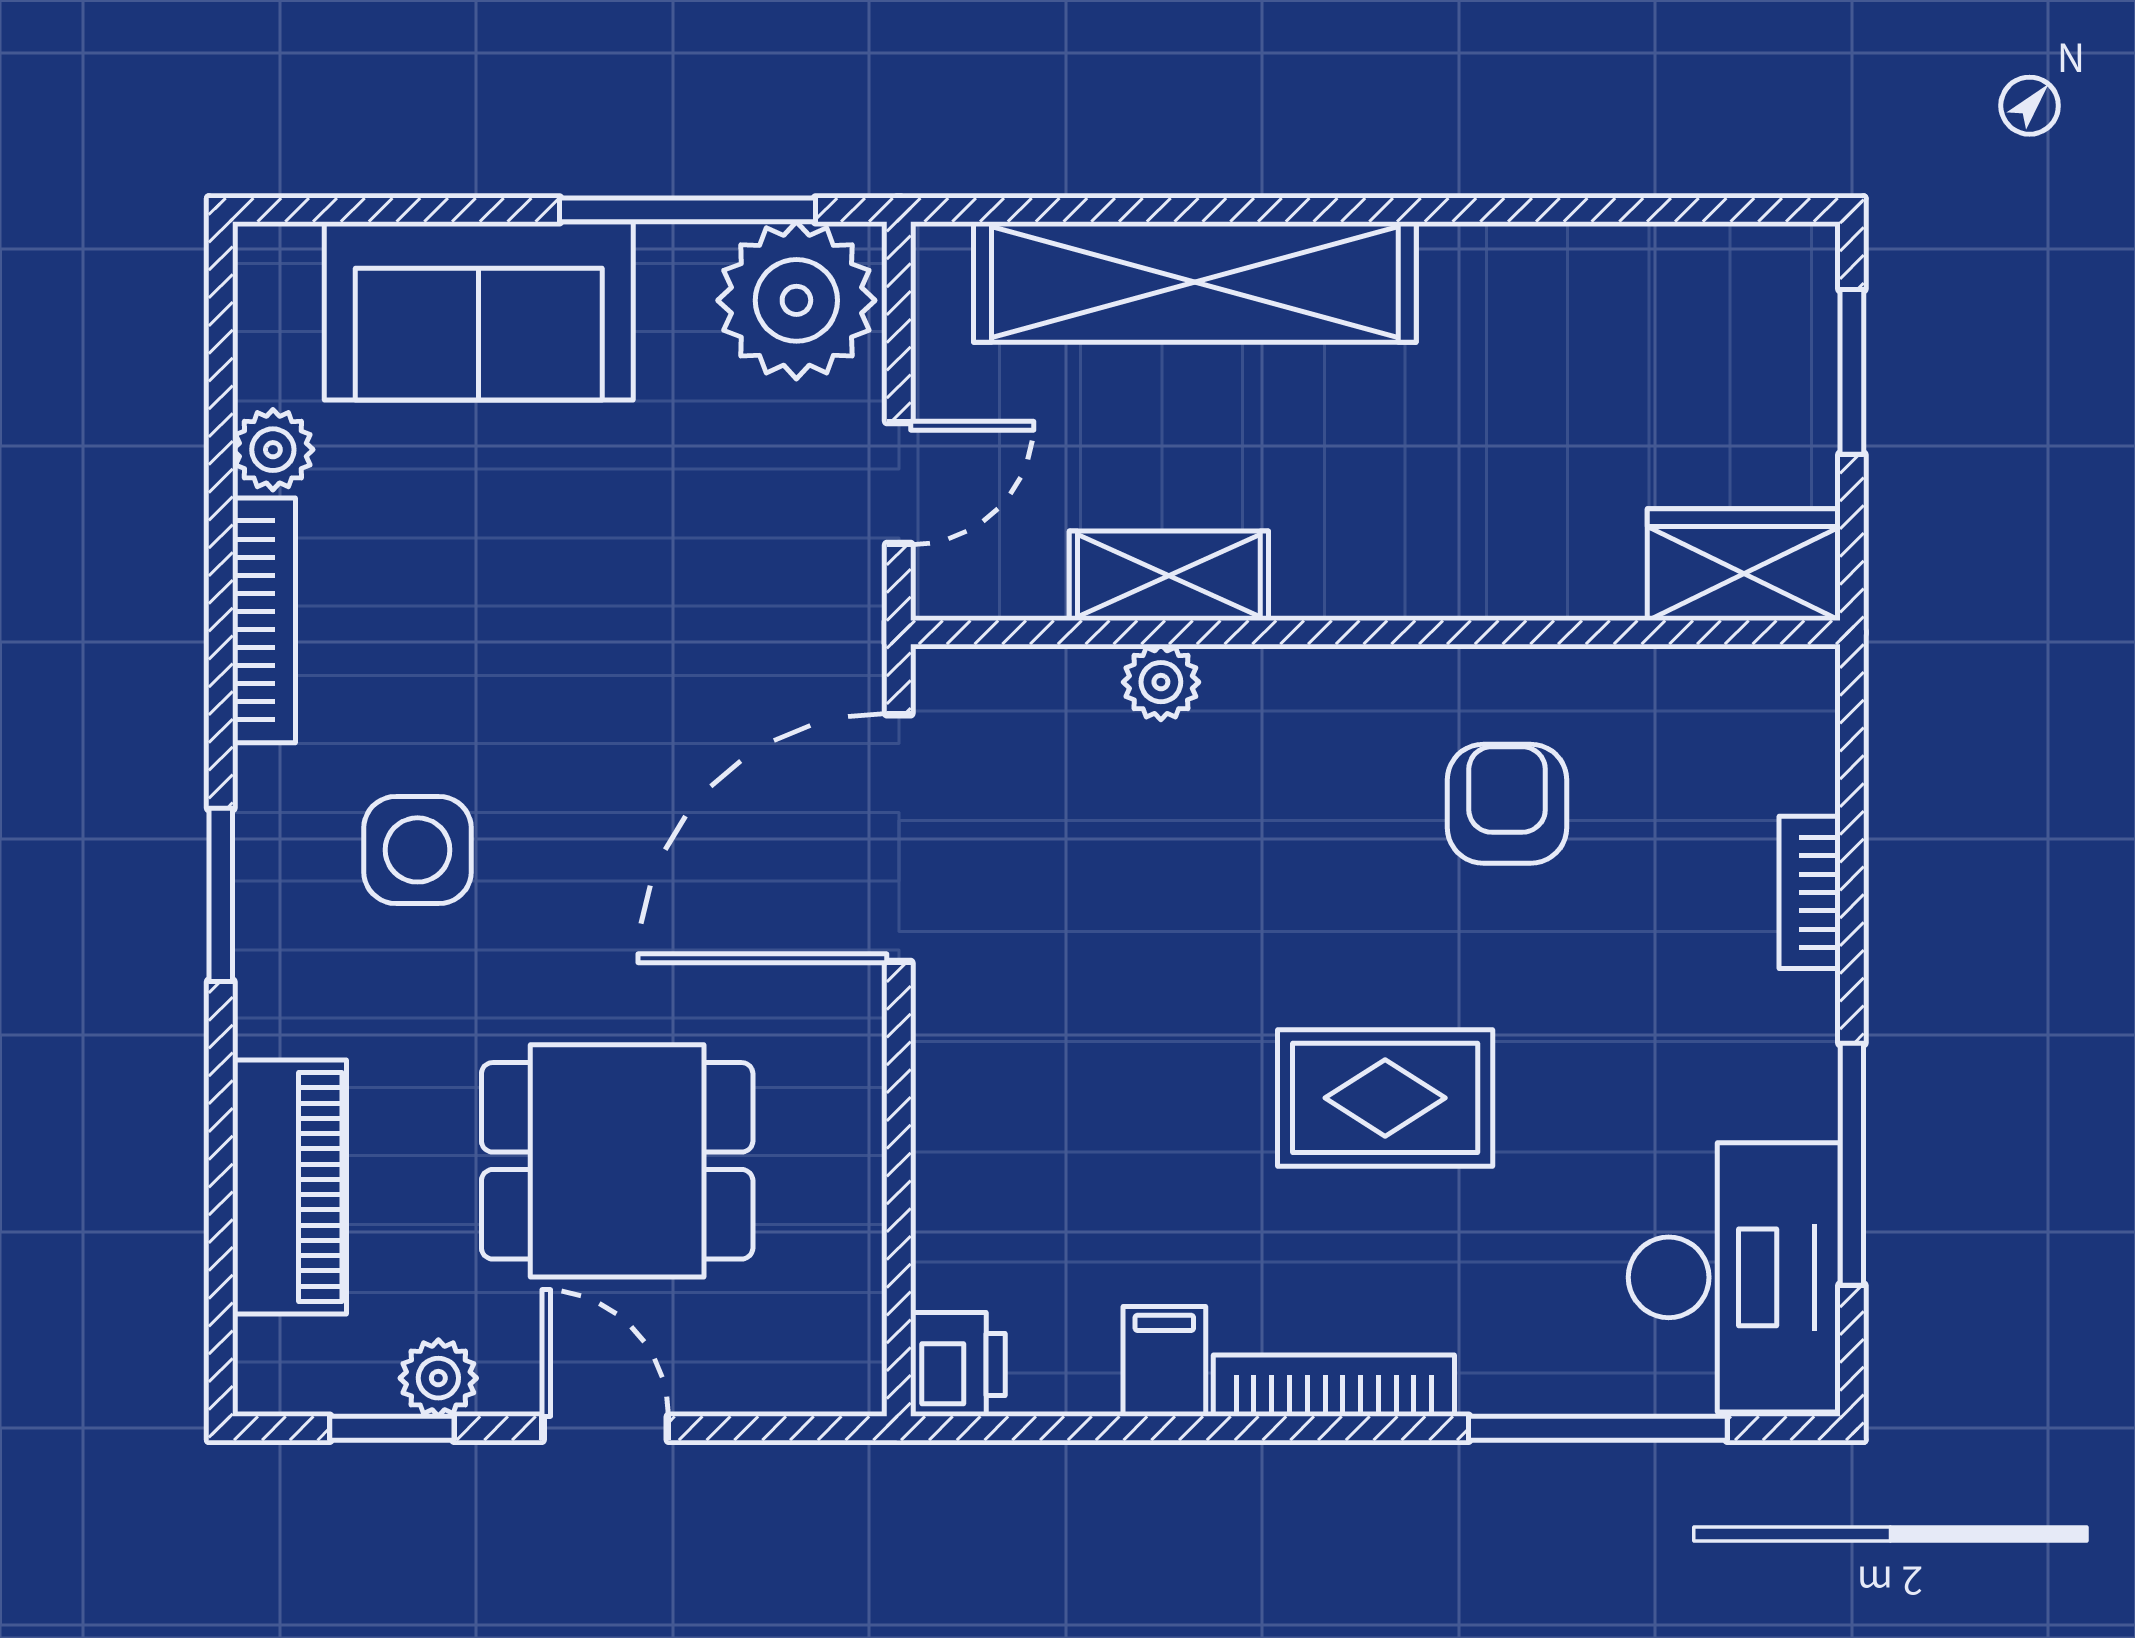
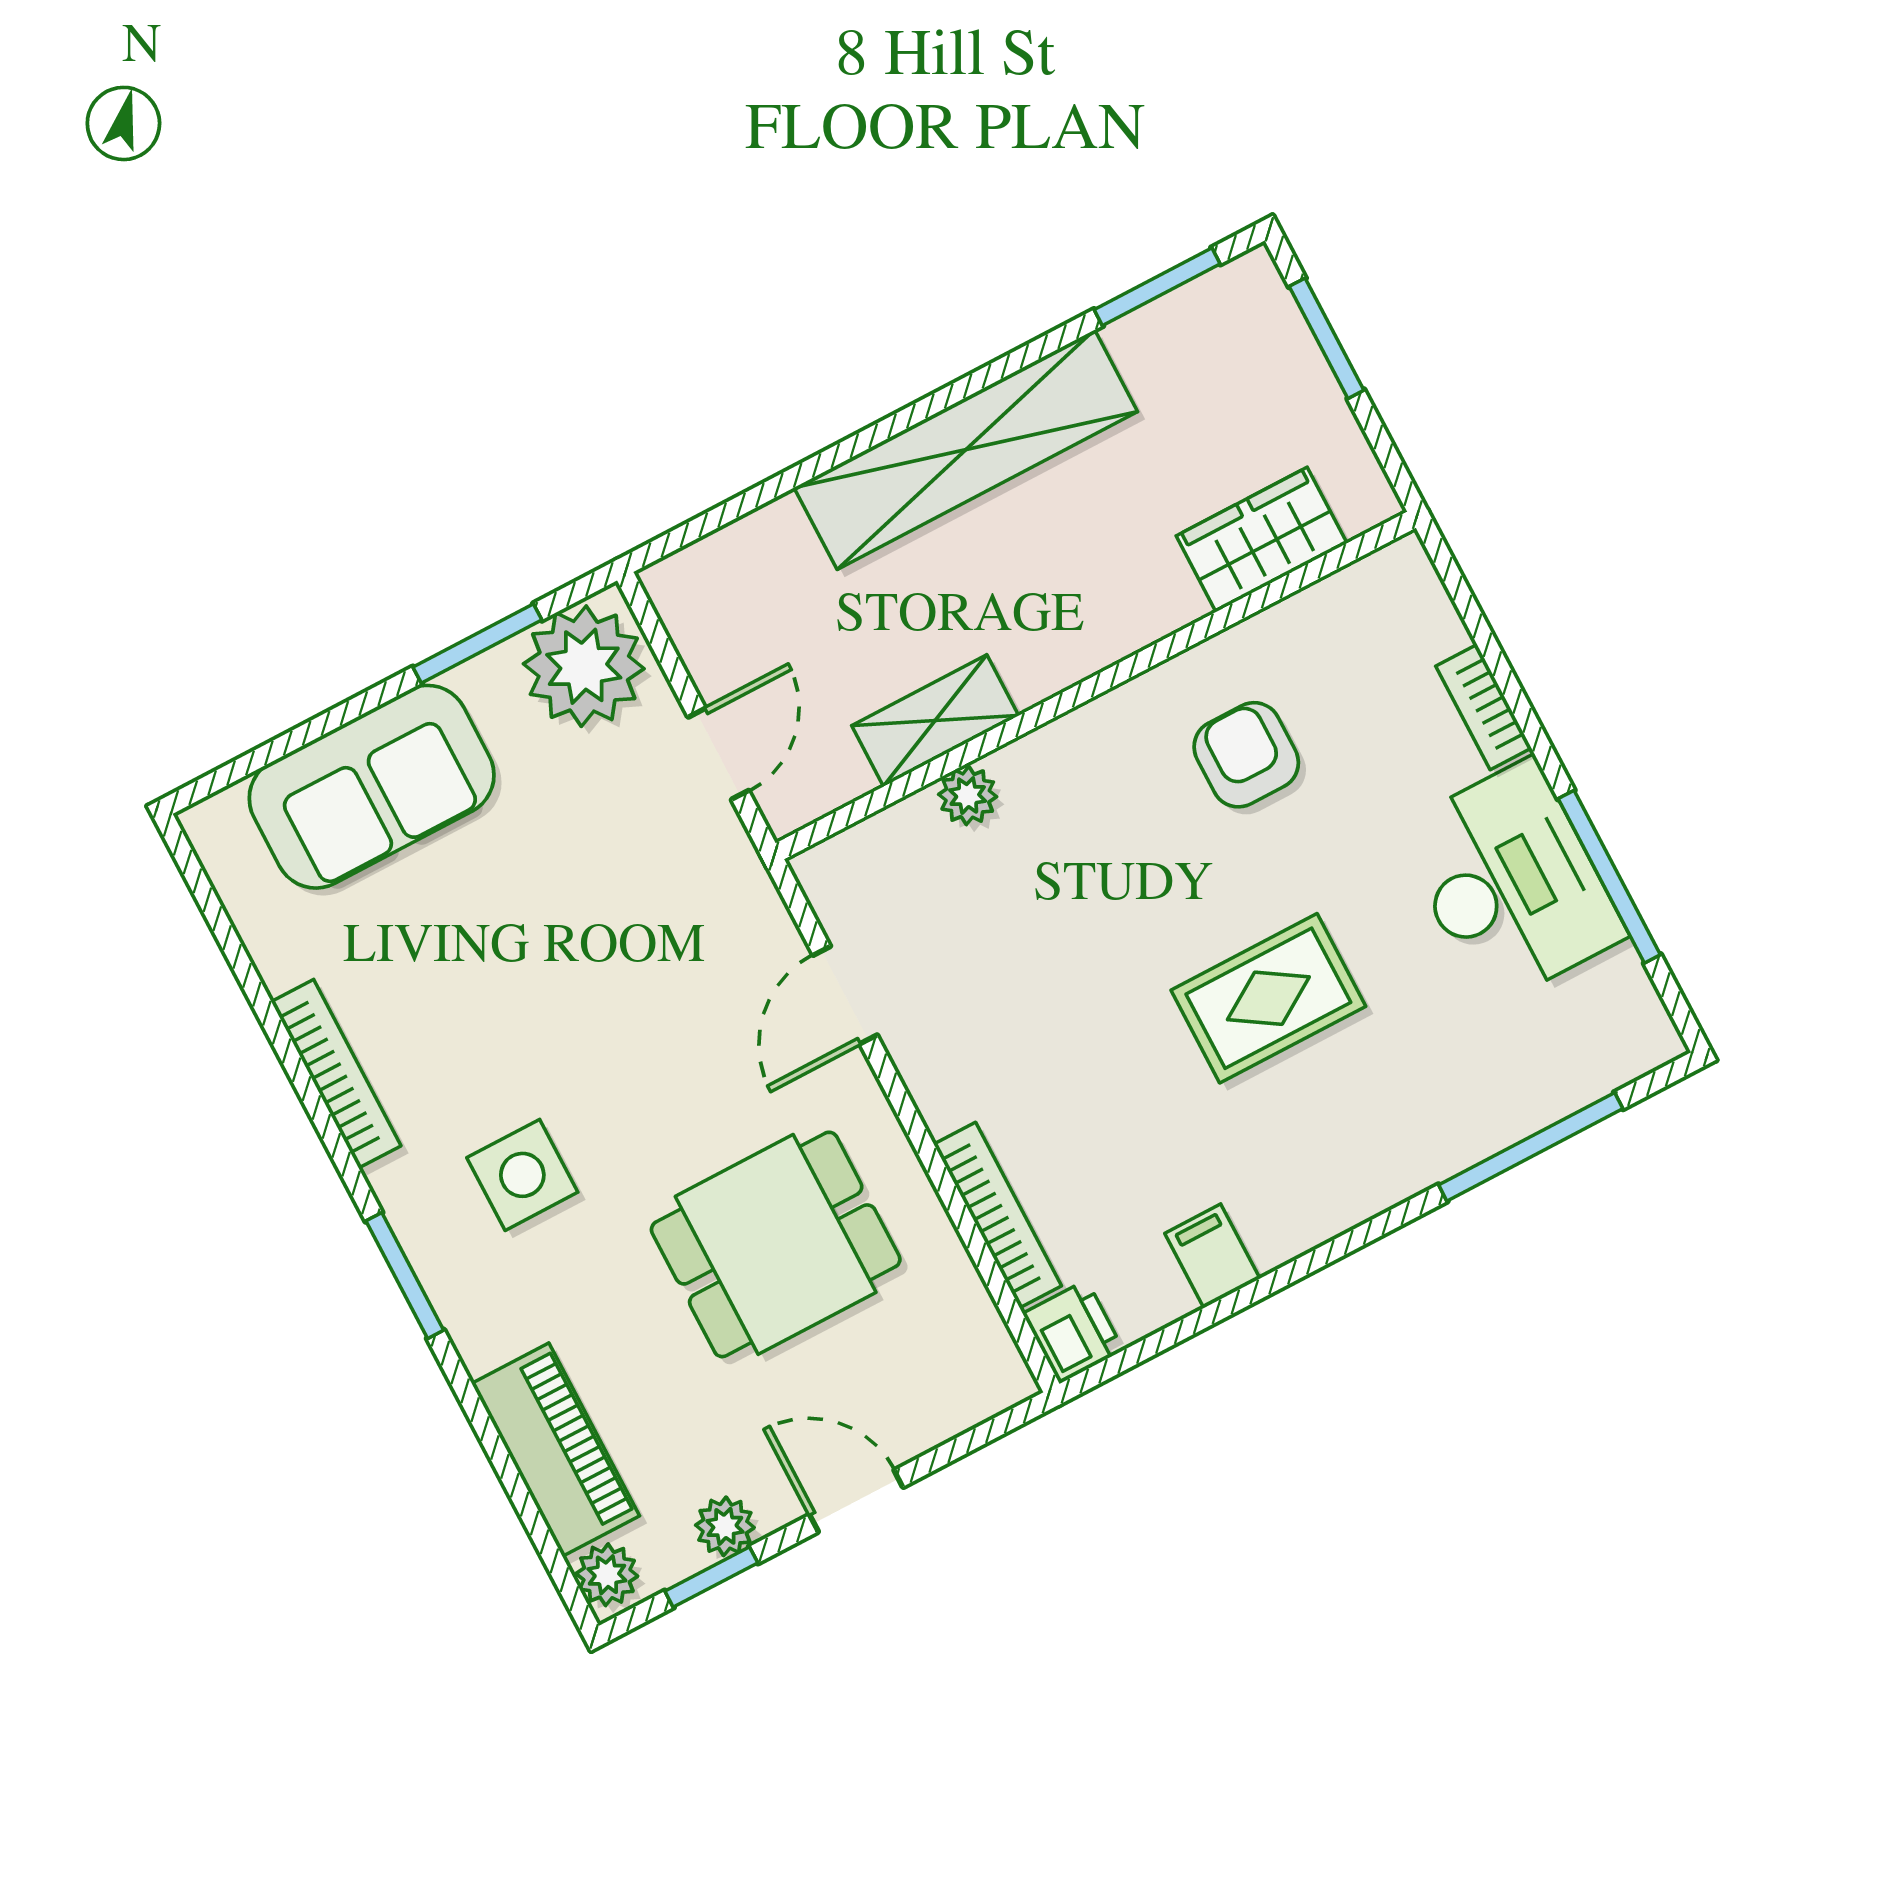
window: (688, 210) -> (477, 644), width x0.69
window: (1688, 210) -> (1157, 287), added
shelving: (1195, 282) -> (966, 450), moved
plant: (273, 450) -> (607, 1575), moved
wardrobe: (1744, 565) -> (1262, 539), moved
door: (899, 838) -> (845, 995), width x0.53
dining table: (617, 1161) -> (776, 1244), moved
desk: (1734, 1277) -> (1510, 883), moved
bookcase: (1334, 1386) -> (998, 1215), moved, turned 90

